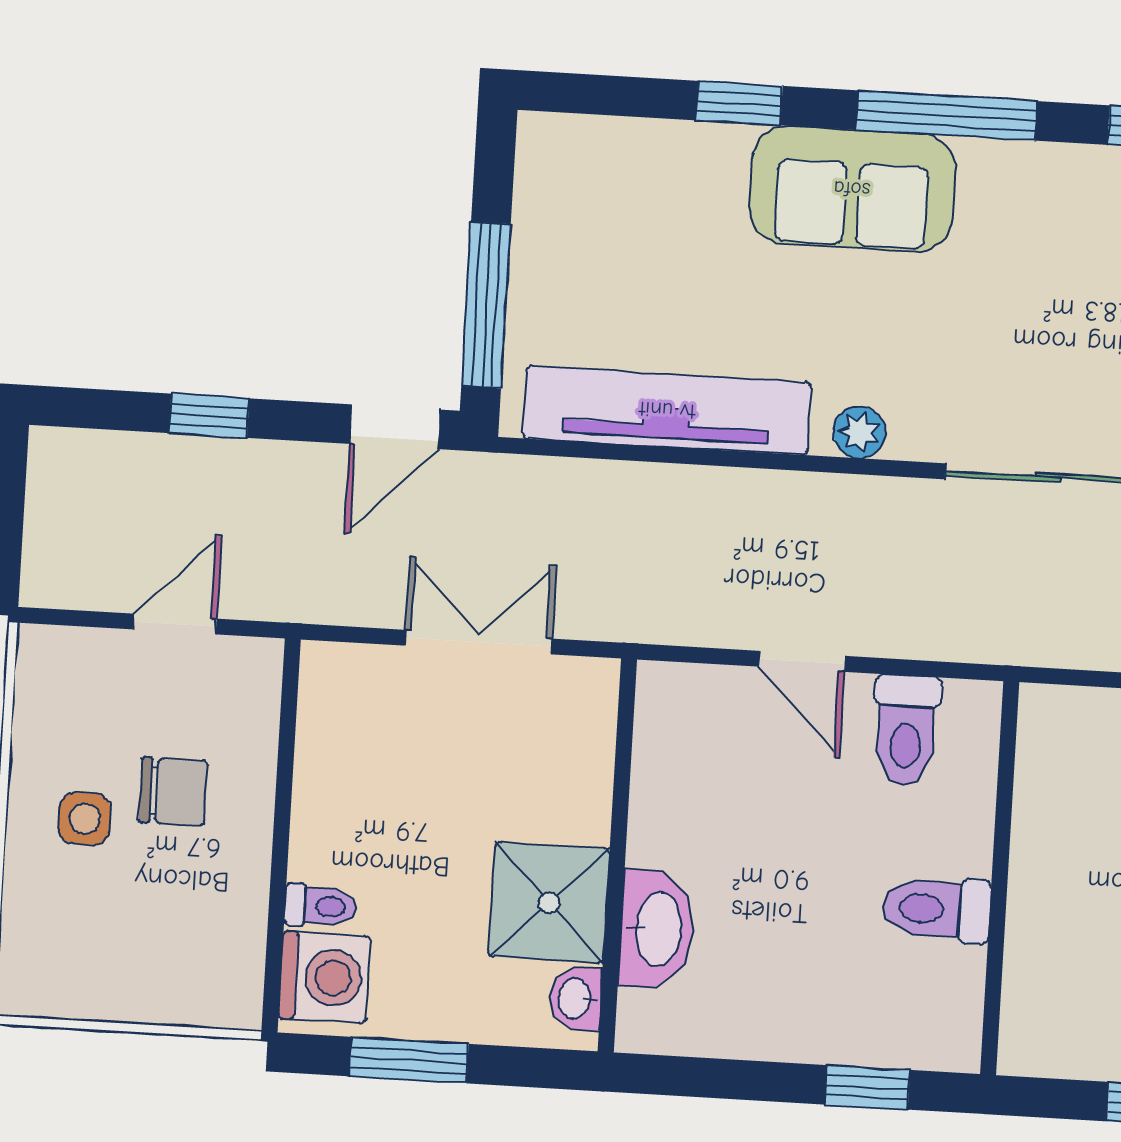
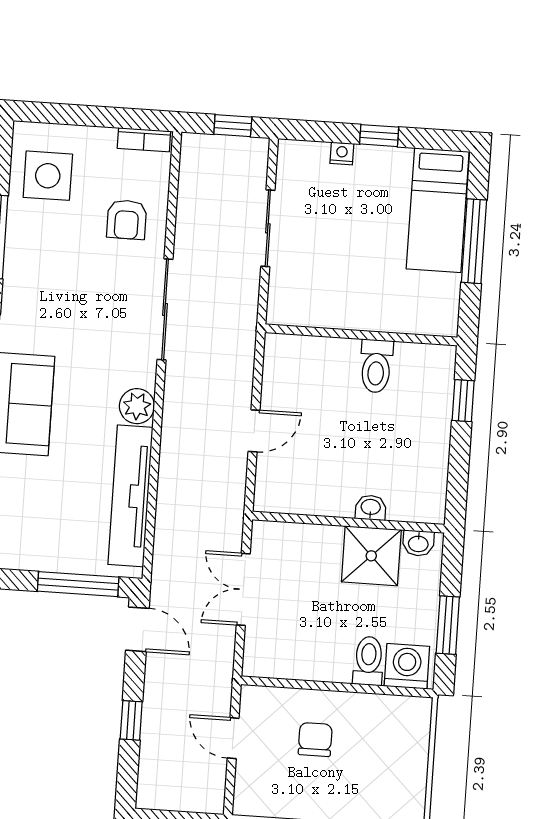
plant: (859, 432) -> (137, 406), width x1.38, depth x1.38
toilet: (906, 730) -> (288, 380), removed
side table: (85, 819) -> (328, 783), removed
toilet: (320, 906) -> (368, 661), width x1.37, depth x1.39
washbasin: (657, 929) -> (371, 508), width x0.52, depth x0.69

